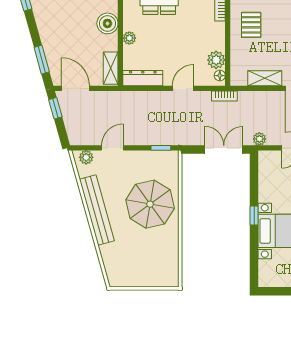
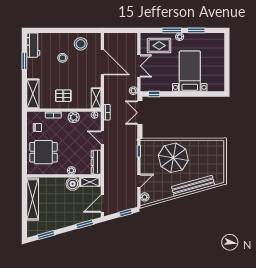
boiler: (107, 23) -> (73, 184), moved
plant: (216, 60) -> (74, 117), moved
shelving: (265, 78) -> (96, 98), moved
window: (55, 108) -> (126, 213), moved
door: (113, 148) -> (139, 181), swing flipped
bench: (97, 210) -> (193, 186), moved
window: (254, 215) -> (154, 94), moved

